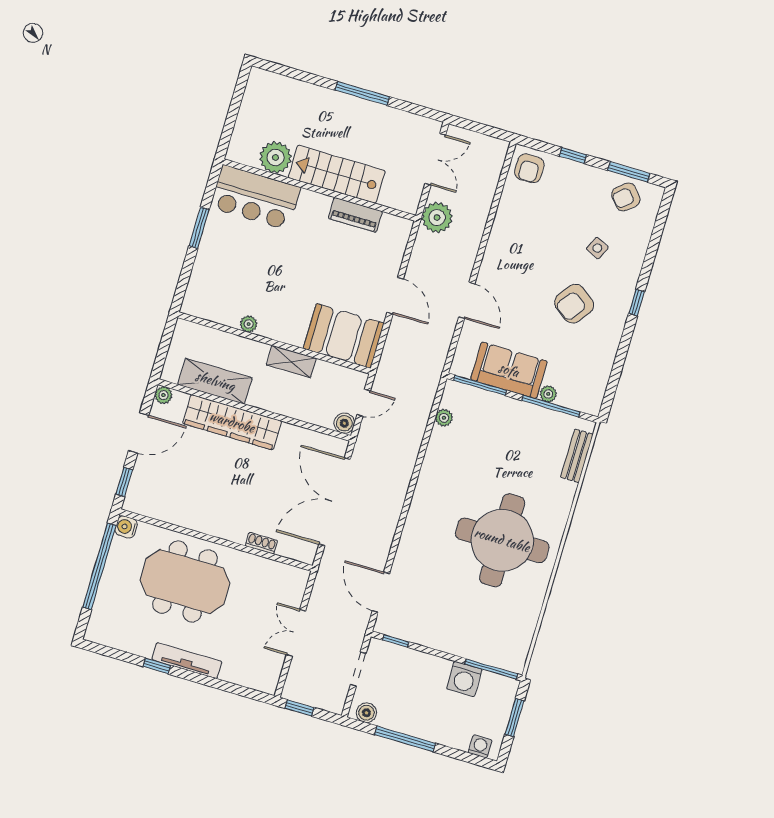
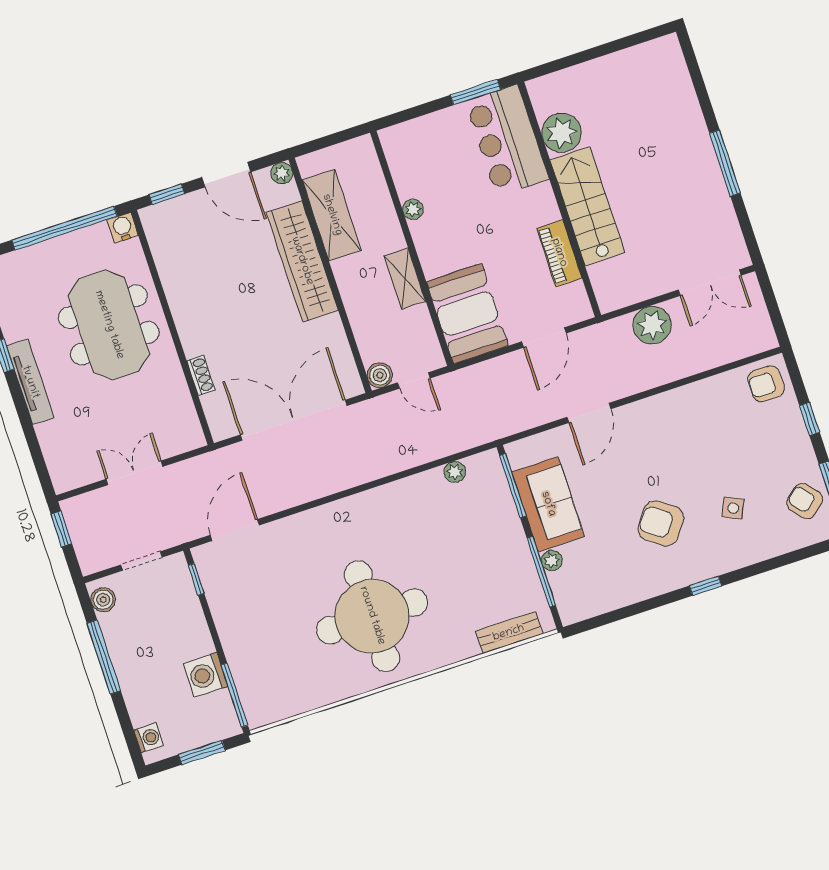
plant: (275, 157) -> (562, 133), moved
stairs: (337, 174) -> (587, 206), moved
wall: (319, 190) -> (559, 199), moved
bar counter: (255, 197) -> (507, 140), moved
piano: (355, 215) -> (559, 253), moved

